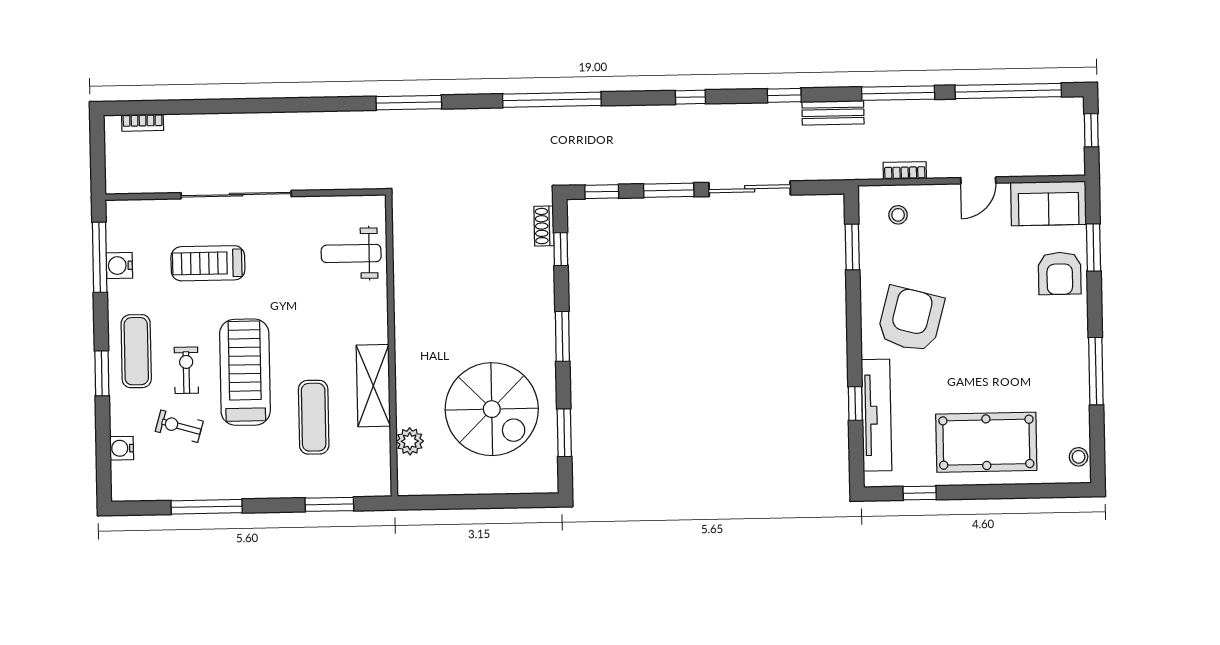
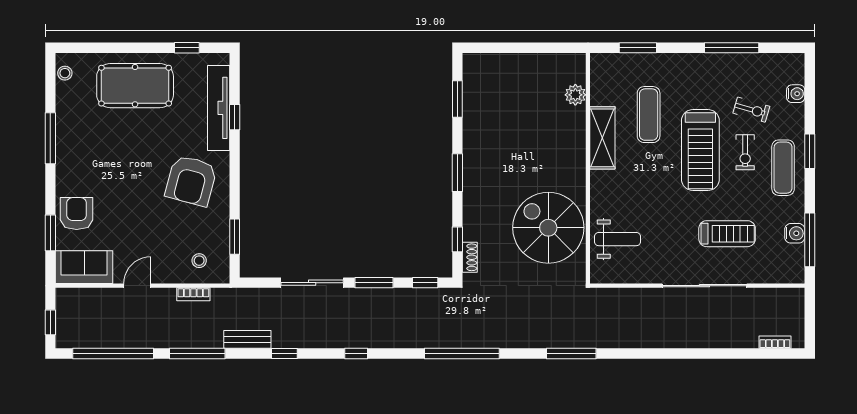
spiral stairs: (492, 409) -> (548, 228), moved

